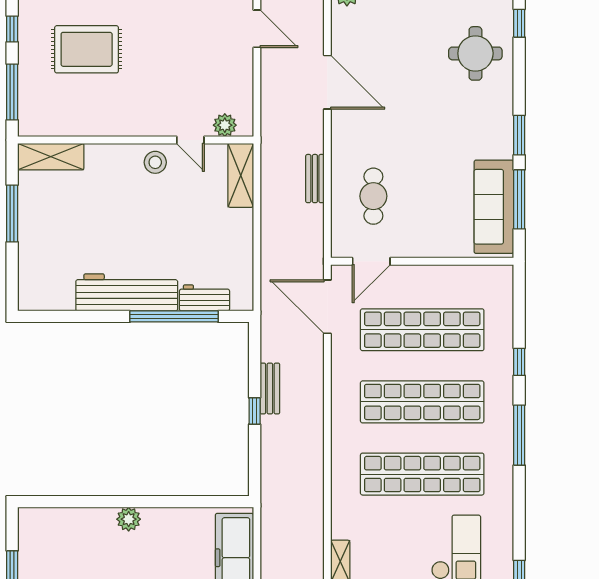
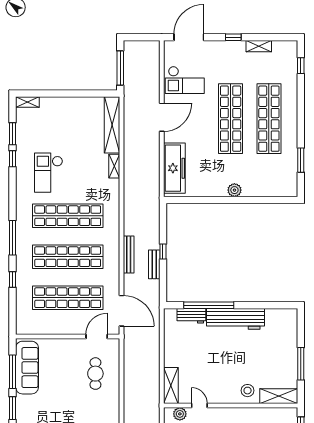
stool: (155, 162) -> (248, 391), moved
bench: (315, 179) -> (129, 254), moved, width x1.36

